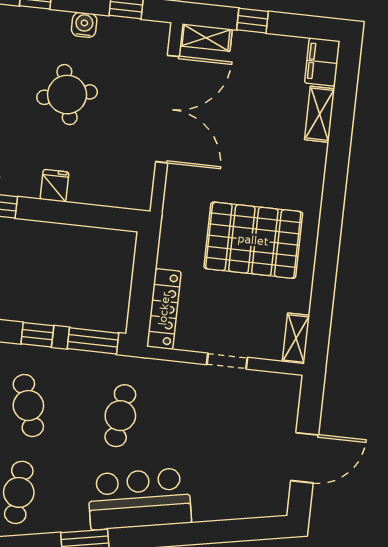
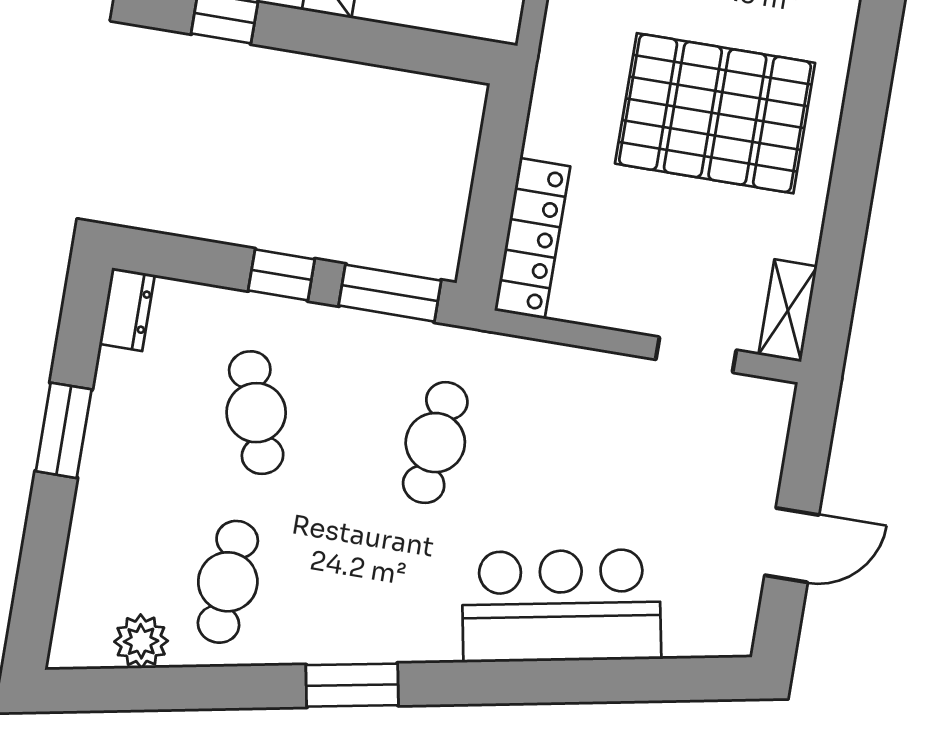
doorway: (227, 361) -> (696, 355), moved
door: (305, 458) -> (792, 545), width x0.73
bar counter: (139, 499) -> (561, 606), moved

